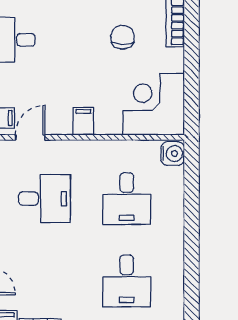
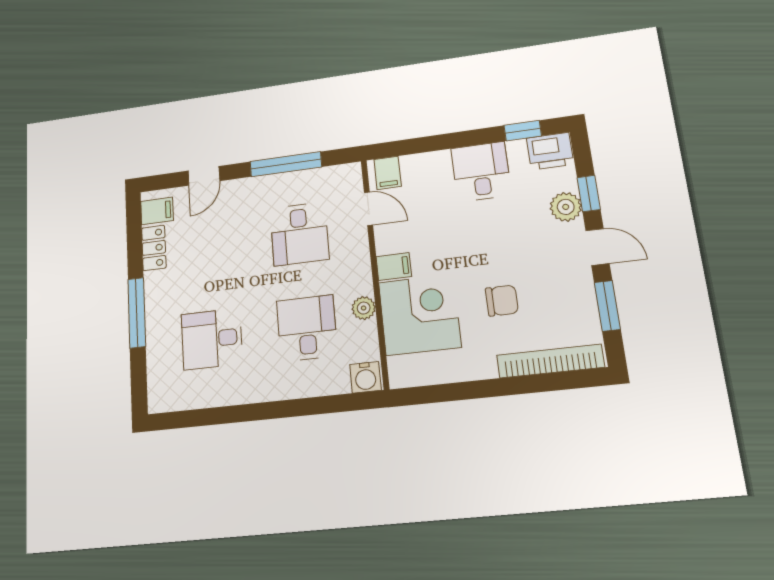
corner desk: (154, 104) -> (420, 315), moved
plant: (115, 150) -> (364, 308), added
desk: (127, 199) -> (307, 328), turned 90

